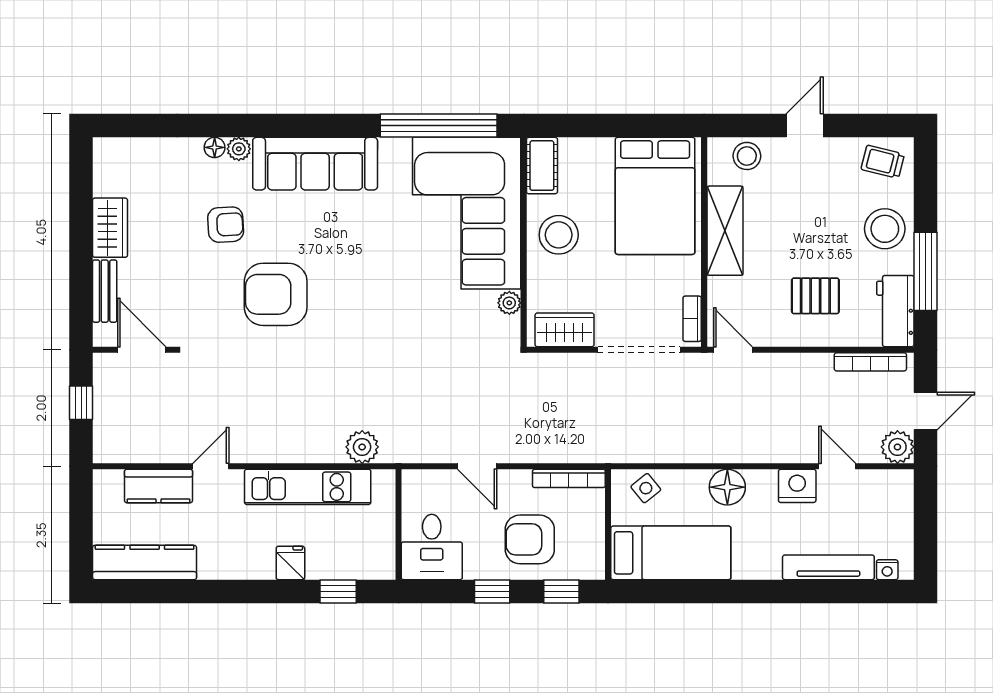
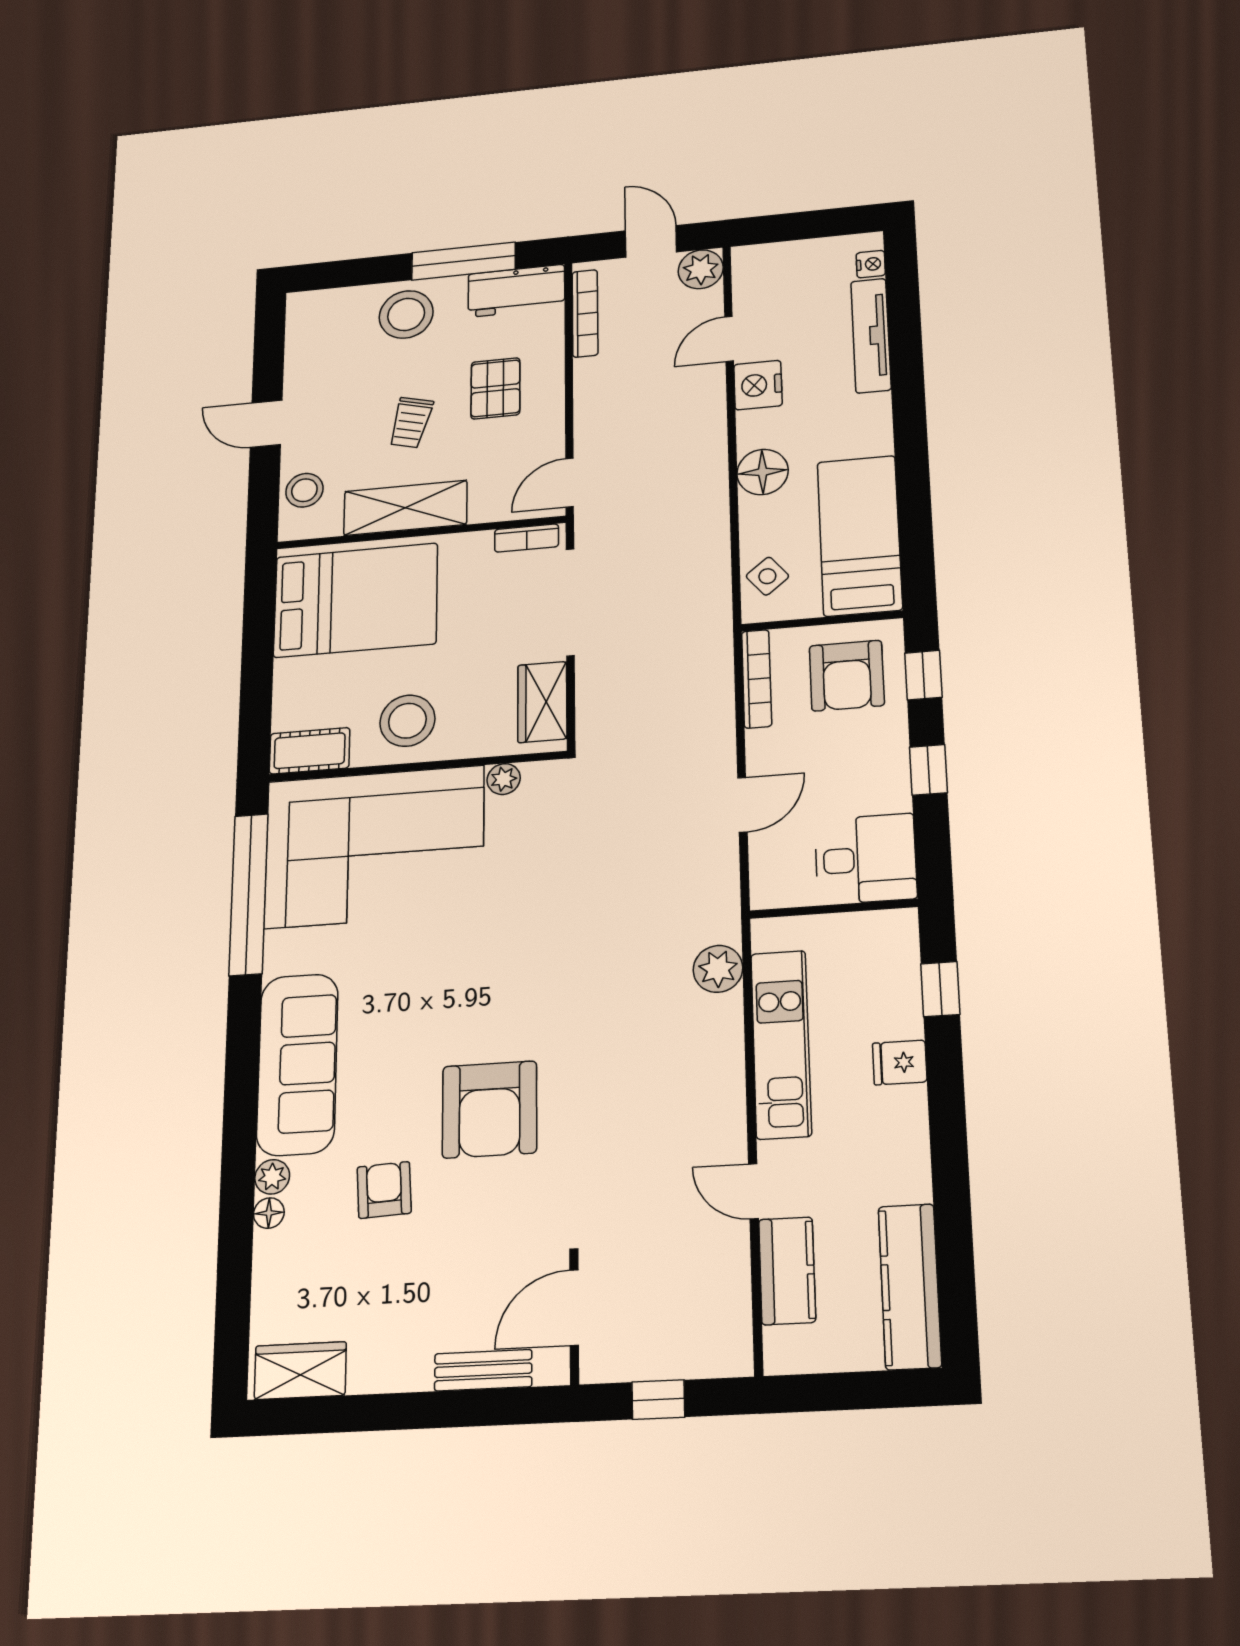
trolley: (883, 162) -> (411, 423), moved
wardrobe: (110, 228) -> (300, 1371), moved
armchair: (530, 539) -> (847, 676), moved

